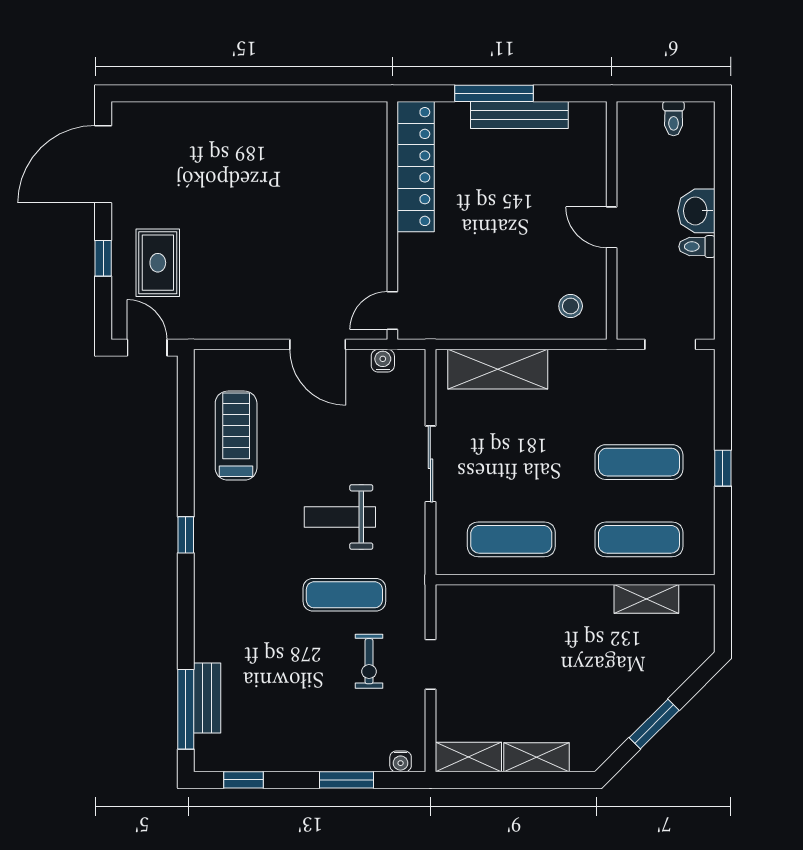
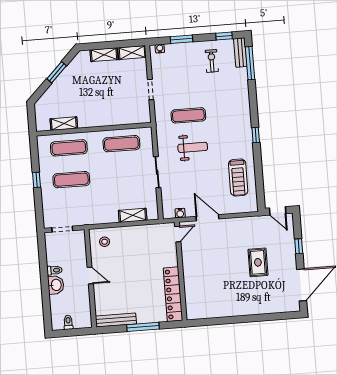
bench: (519, 115) -> (116, 320), moved
rug: (158, 263) -> (258, 262), moved
shelving: (498, 369) -> (133, 215), width x0.67, depth x0.75
exercise bike: (369, 661) -> (212, 61), moved
bench: (207, 698) -> (240, 53), moved

